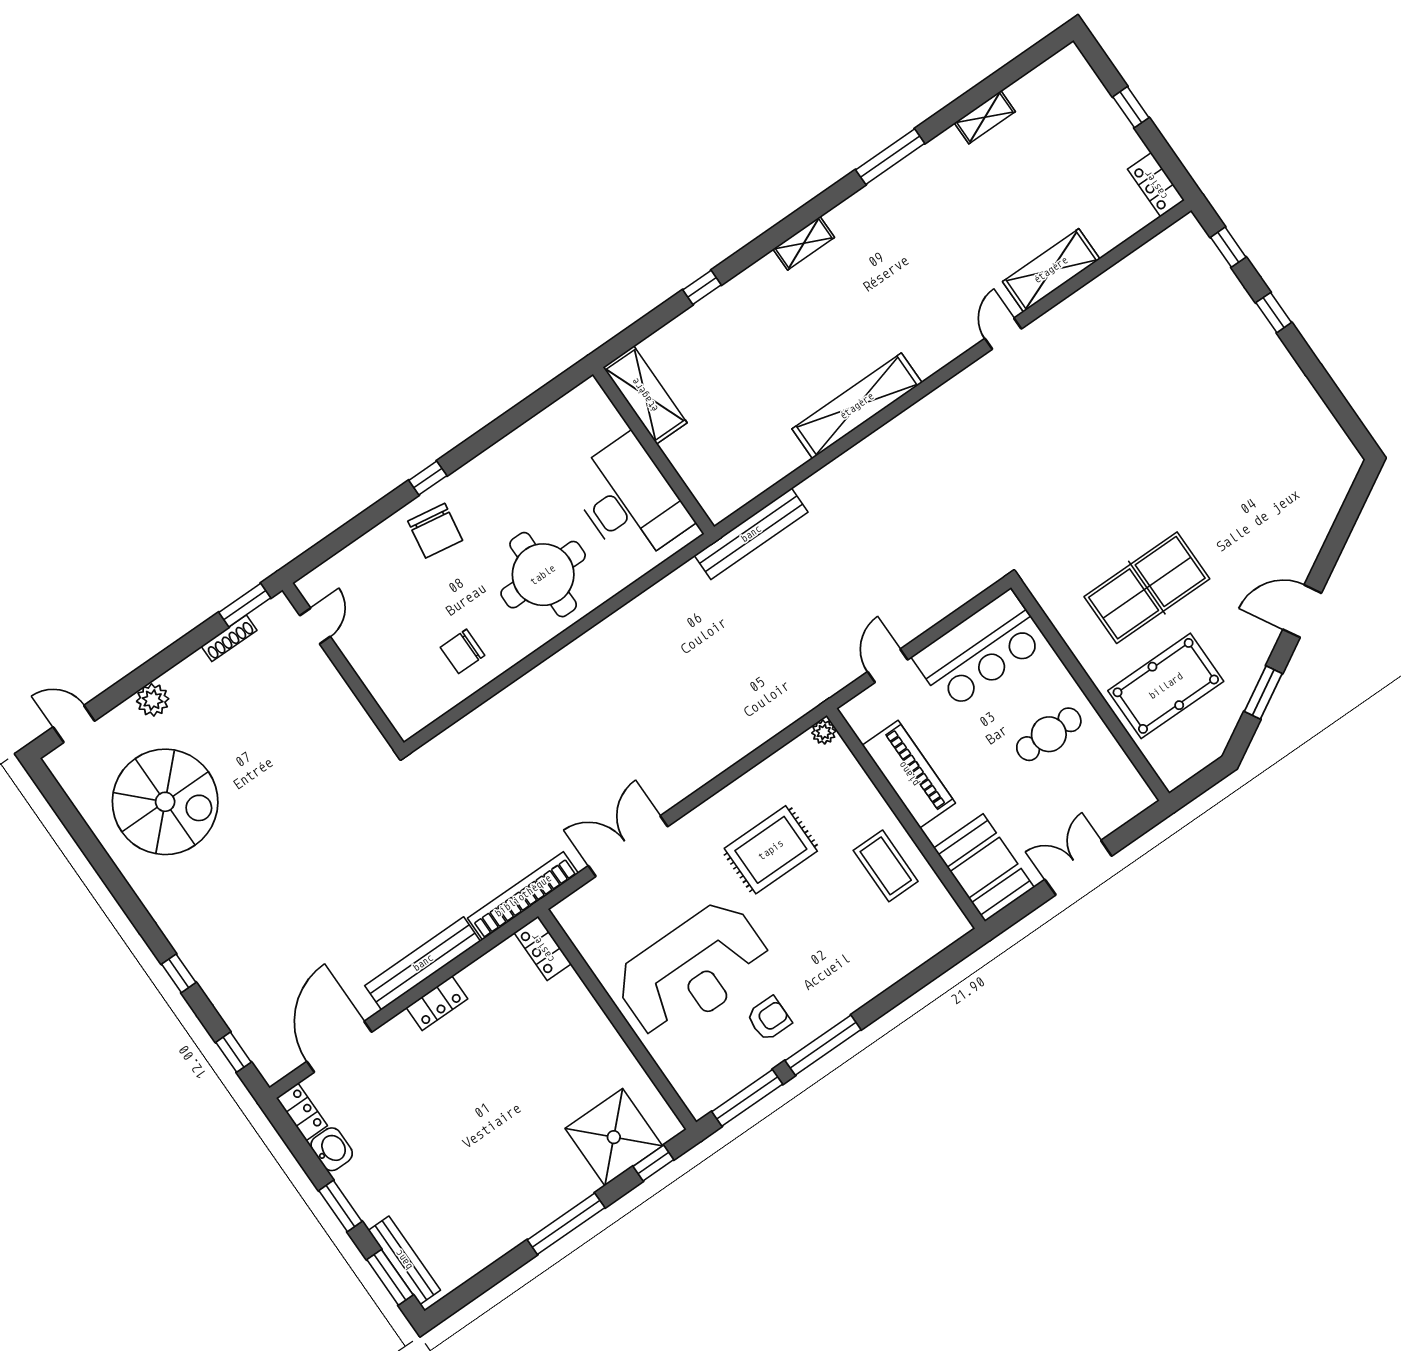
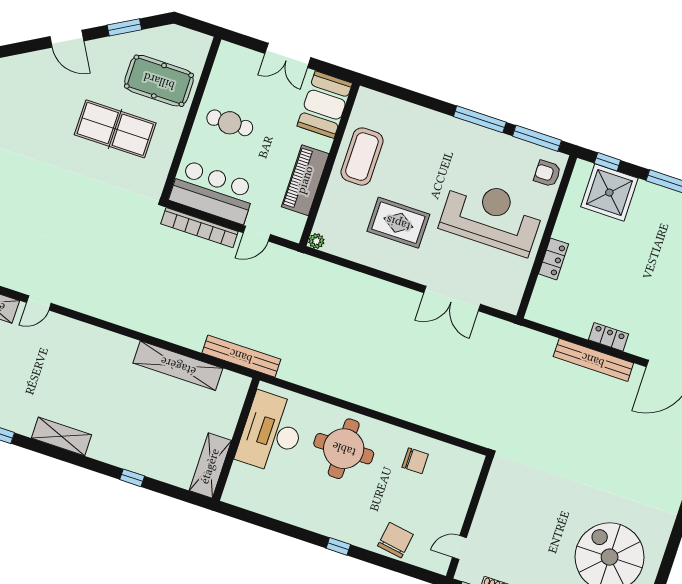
shelving: (804, 243) -> (61, 436), width x1.50, depth x1.33
shelving: (857, 406) -> (178, 366), moved
chair: (435, 531) -> (395, 540), moved
coffee table: (886, 866) -> (362, 157), width x1.36, depth x1.32
bookcase: (523, 896) -> (199, 228), moved
locker: (543, 948) -> (553, 259), moved
armchair: (769, 1019) -> (547, 173), moved

